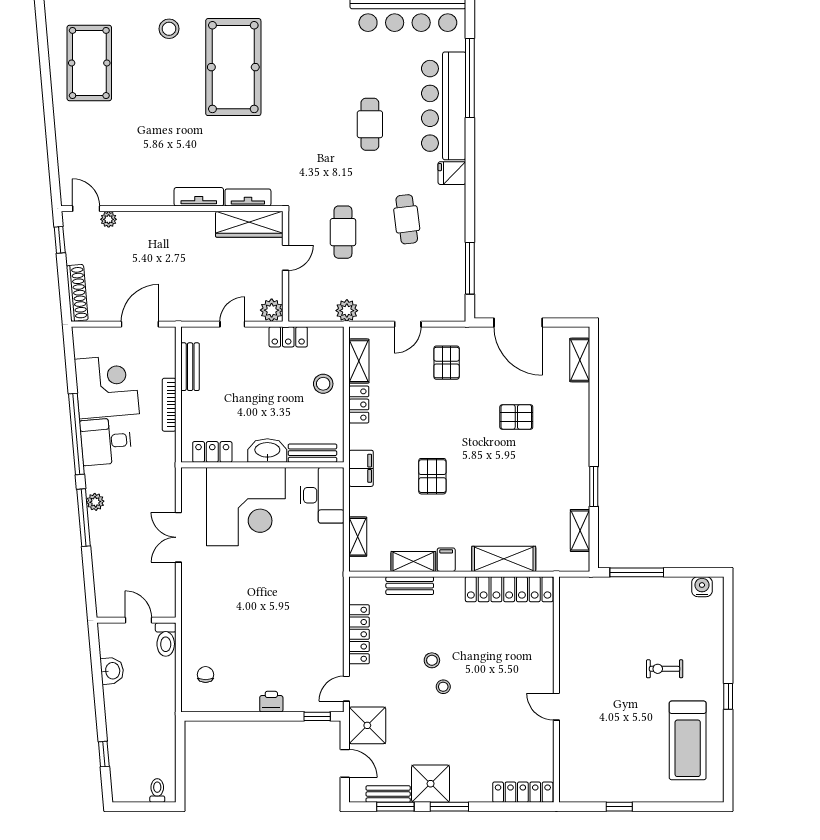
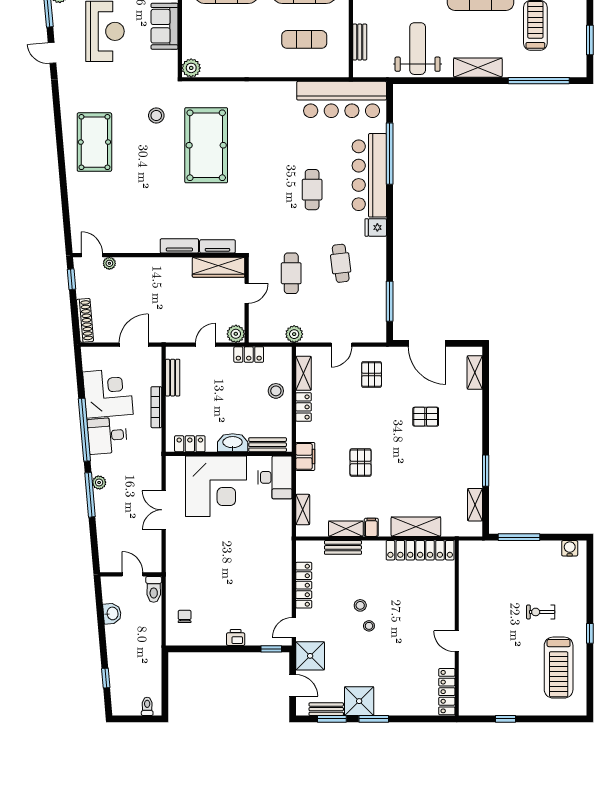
locker: (523, 792) -> (447, 692), moved, turned -90

